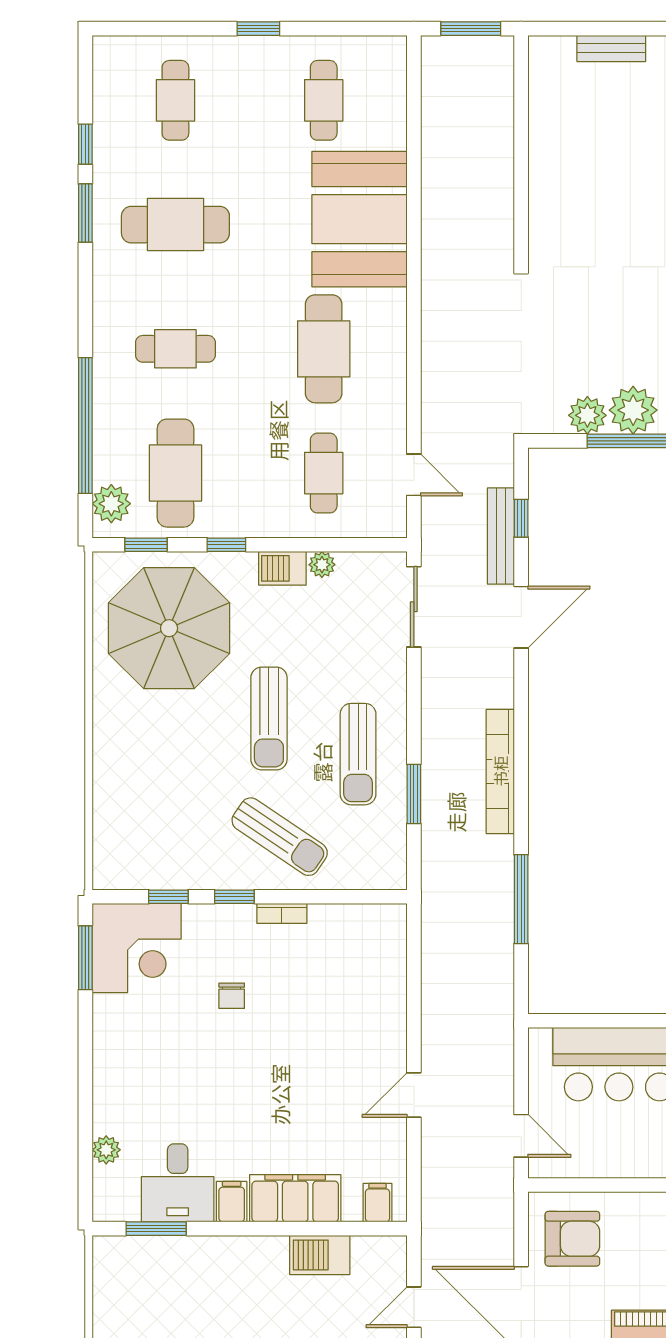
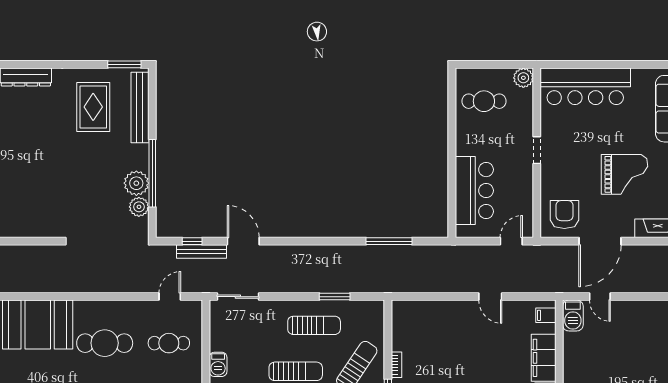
plant: (322, 565) -> (216, 344), removed
bookcase: (500, 771) -> (323, 252), removed
barbecue: (320, 1255) -> (573, 316), moved

